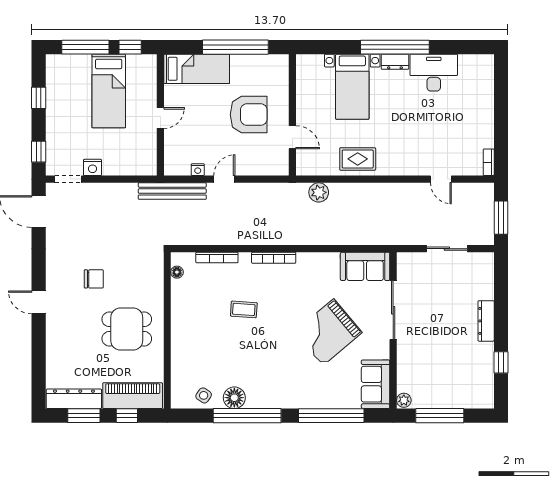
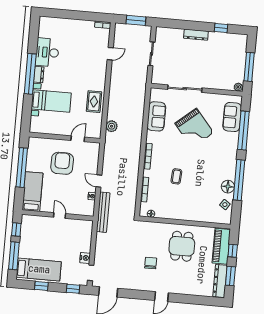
bed: (109, 91) -> (39, 269), moved
sofa: (365, 266) -> (156, 116), moved
sofa: (376, 384) -> (232, 117), moved, turned 90

